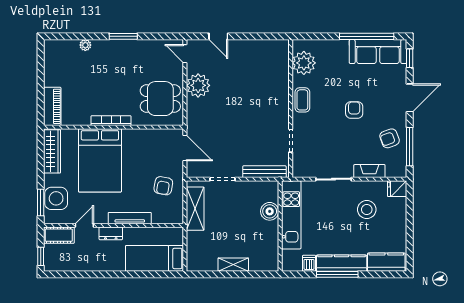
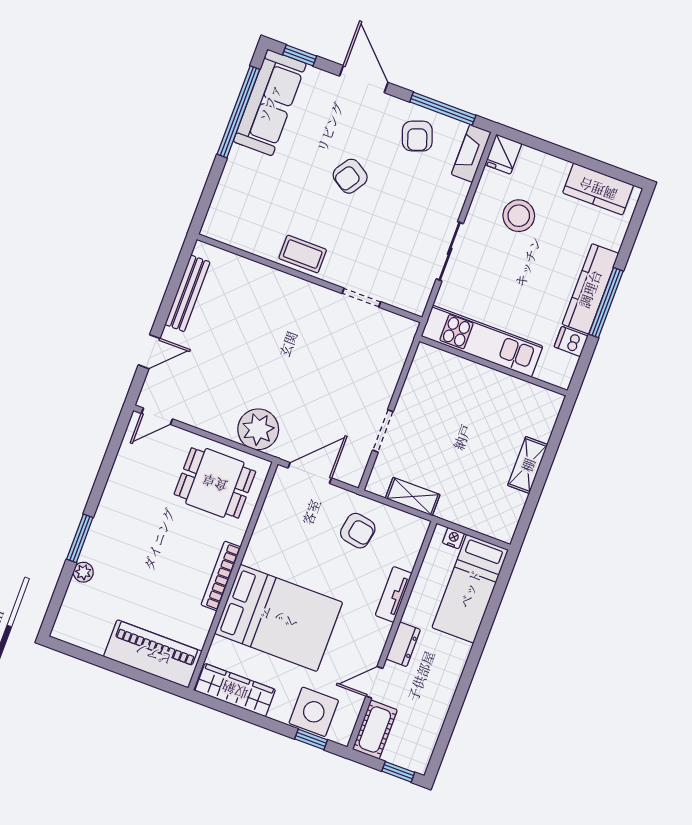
window: (123, 36) -> (80, 538), moved
plant: (304, 63) -> (244, 229), removed
plant: (198, 85) -> (258, 429), moved
dining table: (160, 99) -> (215, 483), turned 90
piano: (52, 106) -> (153, 654), width x1.37, depth x1.33
armchair: (354, 110) -> (350, 176), turned -57
fireplace: (369, 171) -> (471, 153), moved
bench: (264, 172) -> (188, 293), moved
window: (41, 203) -> (311, 739), width x0.67
shelving: (195, 209) -> (413, 496), width x0.67, depth x0.75
boiler: (270, 211) -> (463, 374), removed
tv unit: (130, 218) -> (394, 594), width x0.71
door: (84, 225) -> (374, 682), hinge flipped
nightstand: (179, 239) -> (453, 538), added
kitchen counter: (386, 262) -> (598, 189), moved, turned -90

